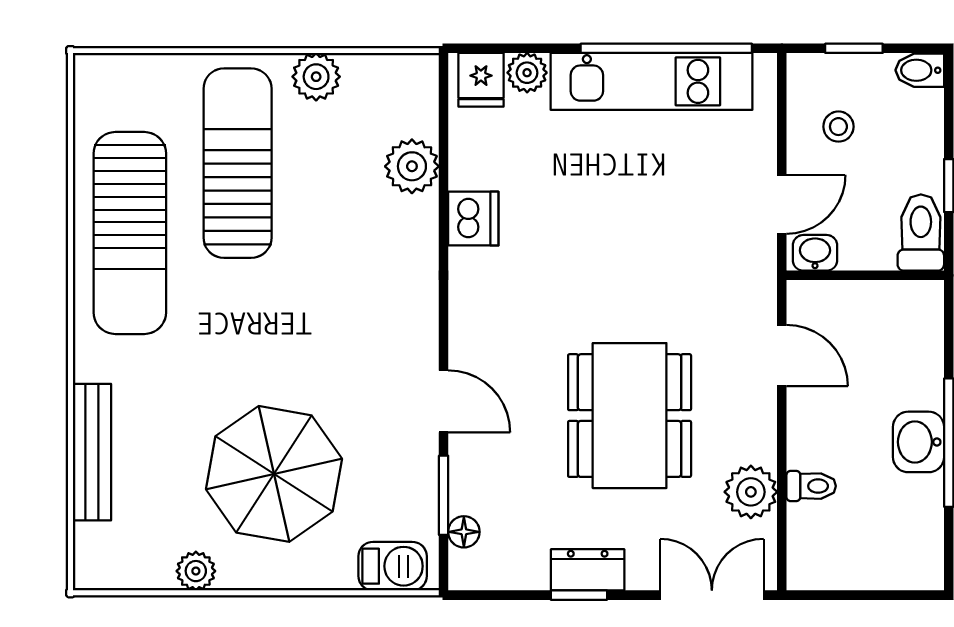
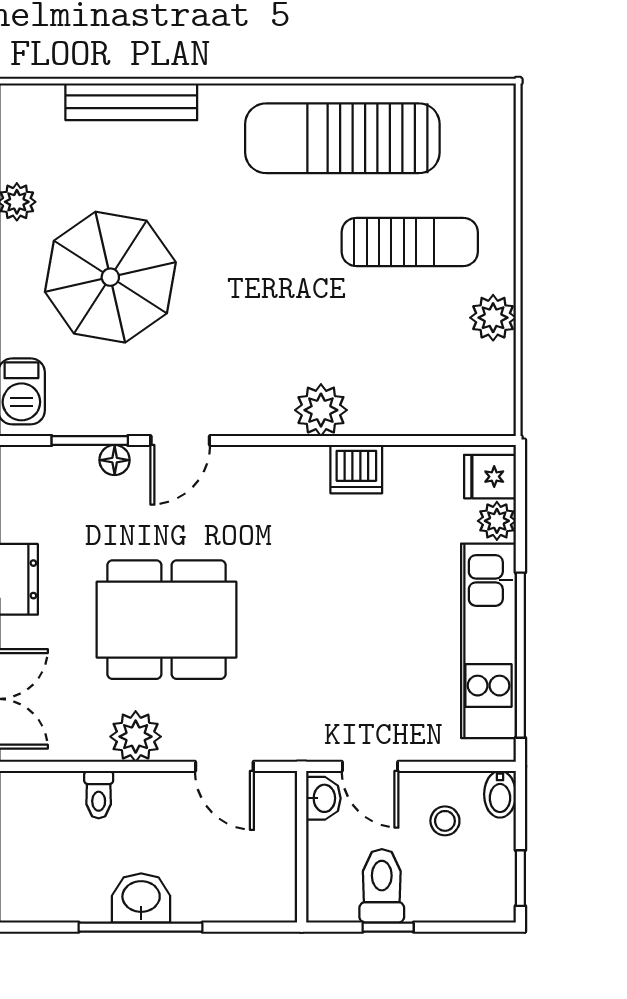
window: (854, 48) -> (520, 878), moved
bidet: (920, 70) -> (500, 794), moved, turned 180
sun lounger: (238, 163) -> (410, 242), width x0.73, depth x0.75
plant: (412, 166) -> (321, 410), moved
toilet: (921, 233) -> (382, 886), moved, turned -90
door: (782, 356) -> (224, 766), hinge flipped
plant: (751, 492) -> (136, 737), moved
floor lamp: (464, 532) -> (115, 460), moved

